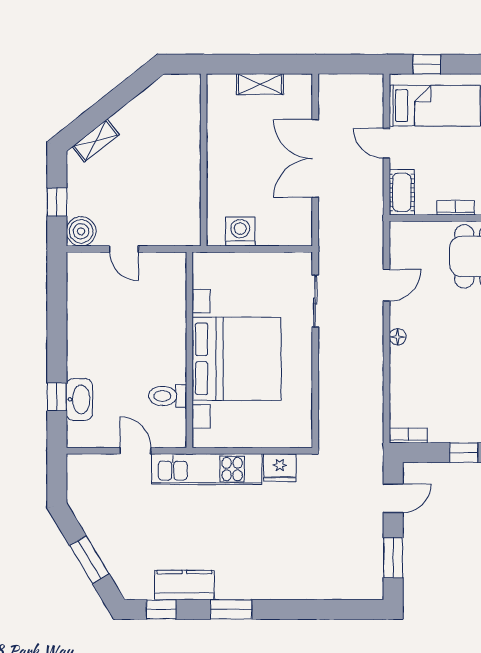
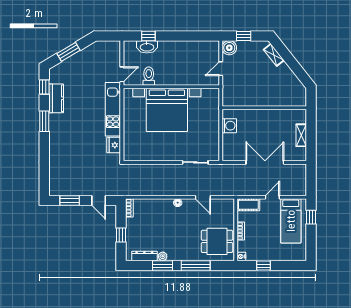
wall: (189, 350) -> (171, 87), moved
bed with nightstands: (237, 359) -> (167, 110), moved
toilet: (168, 396) -> (149, 76), moved

